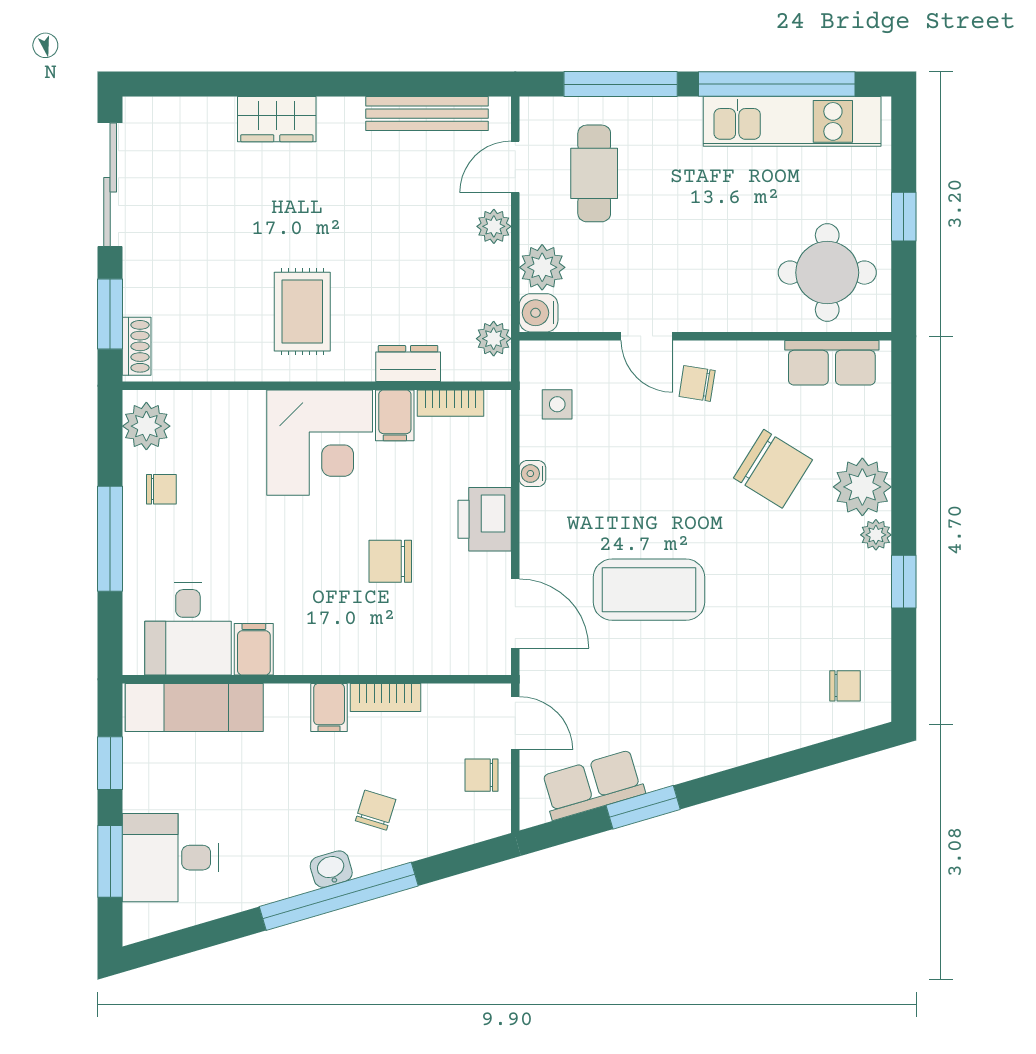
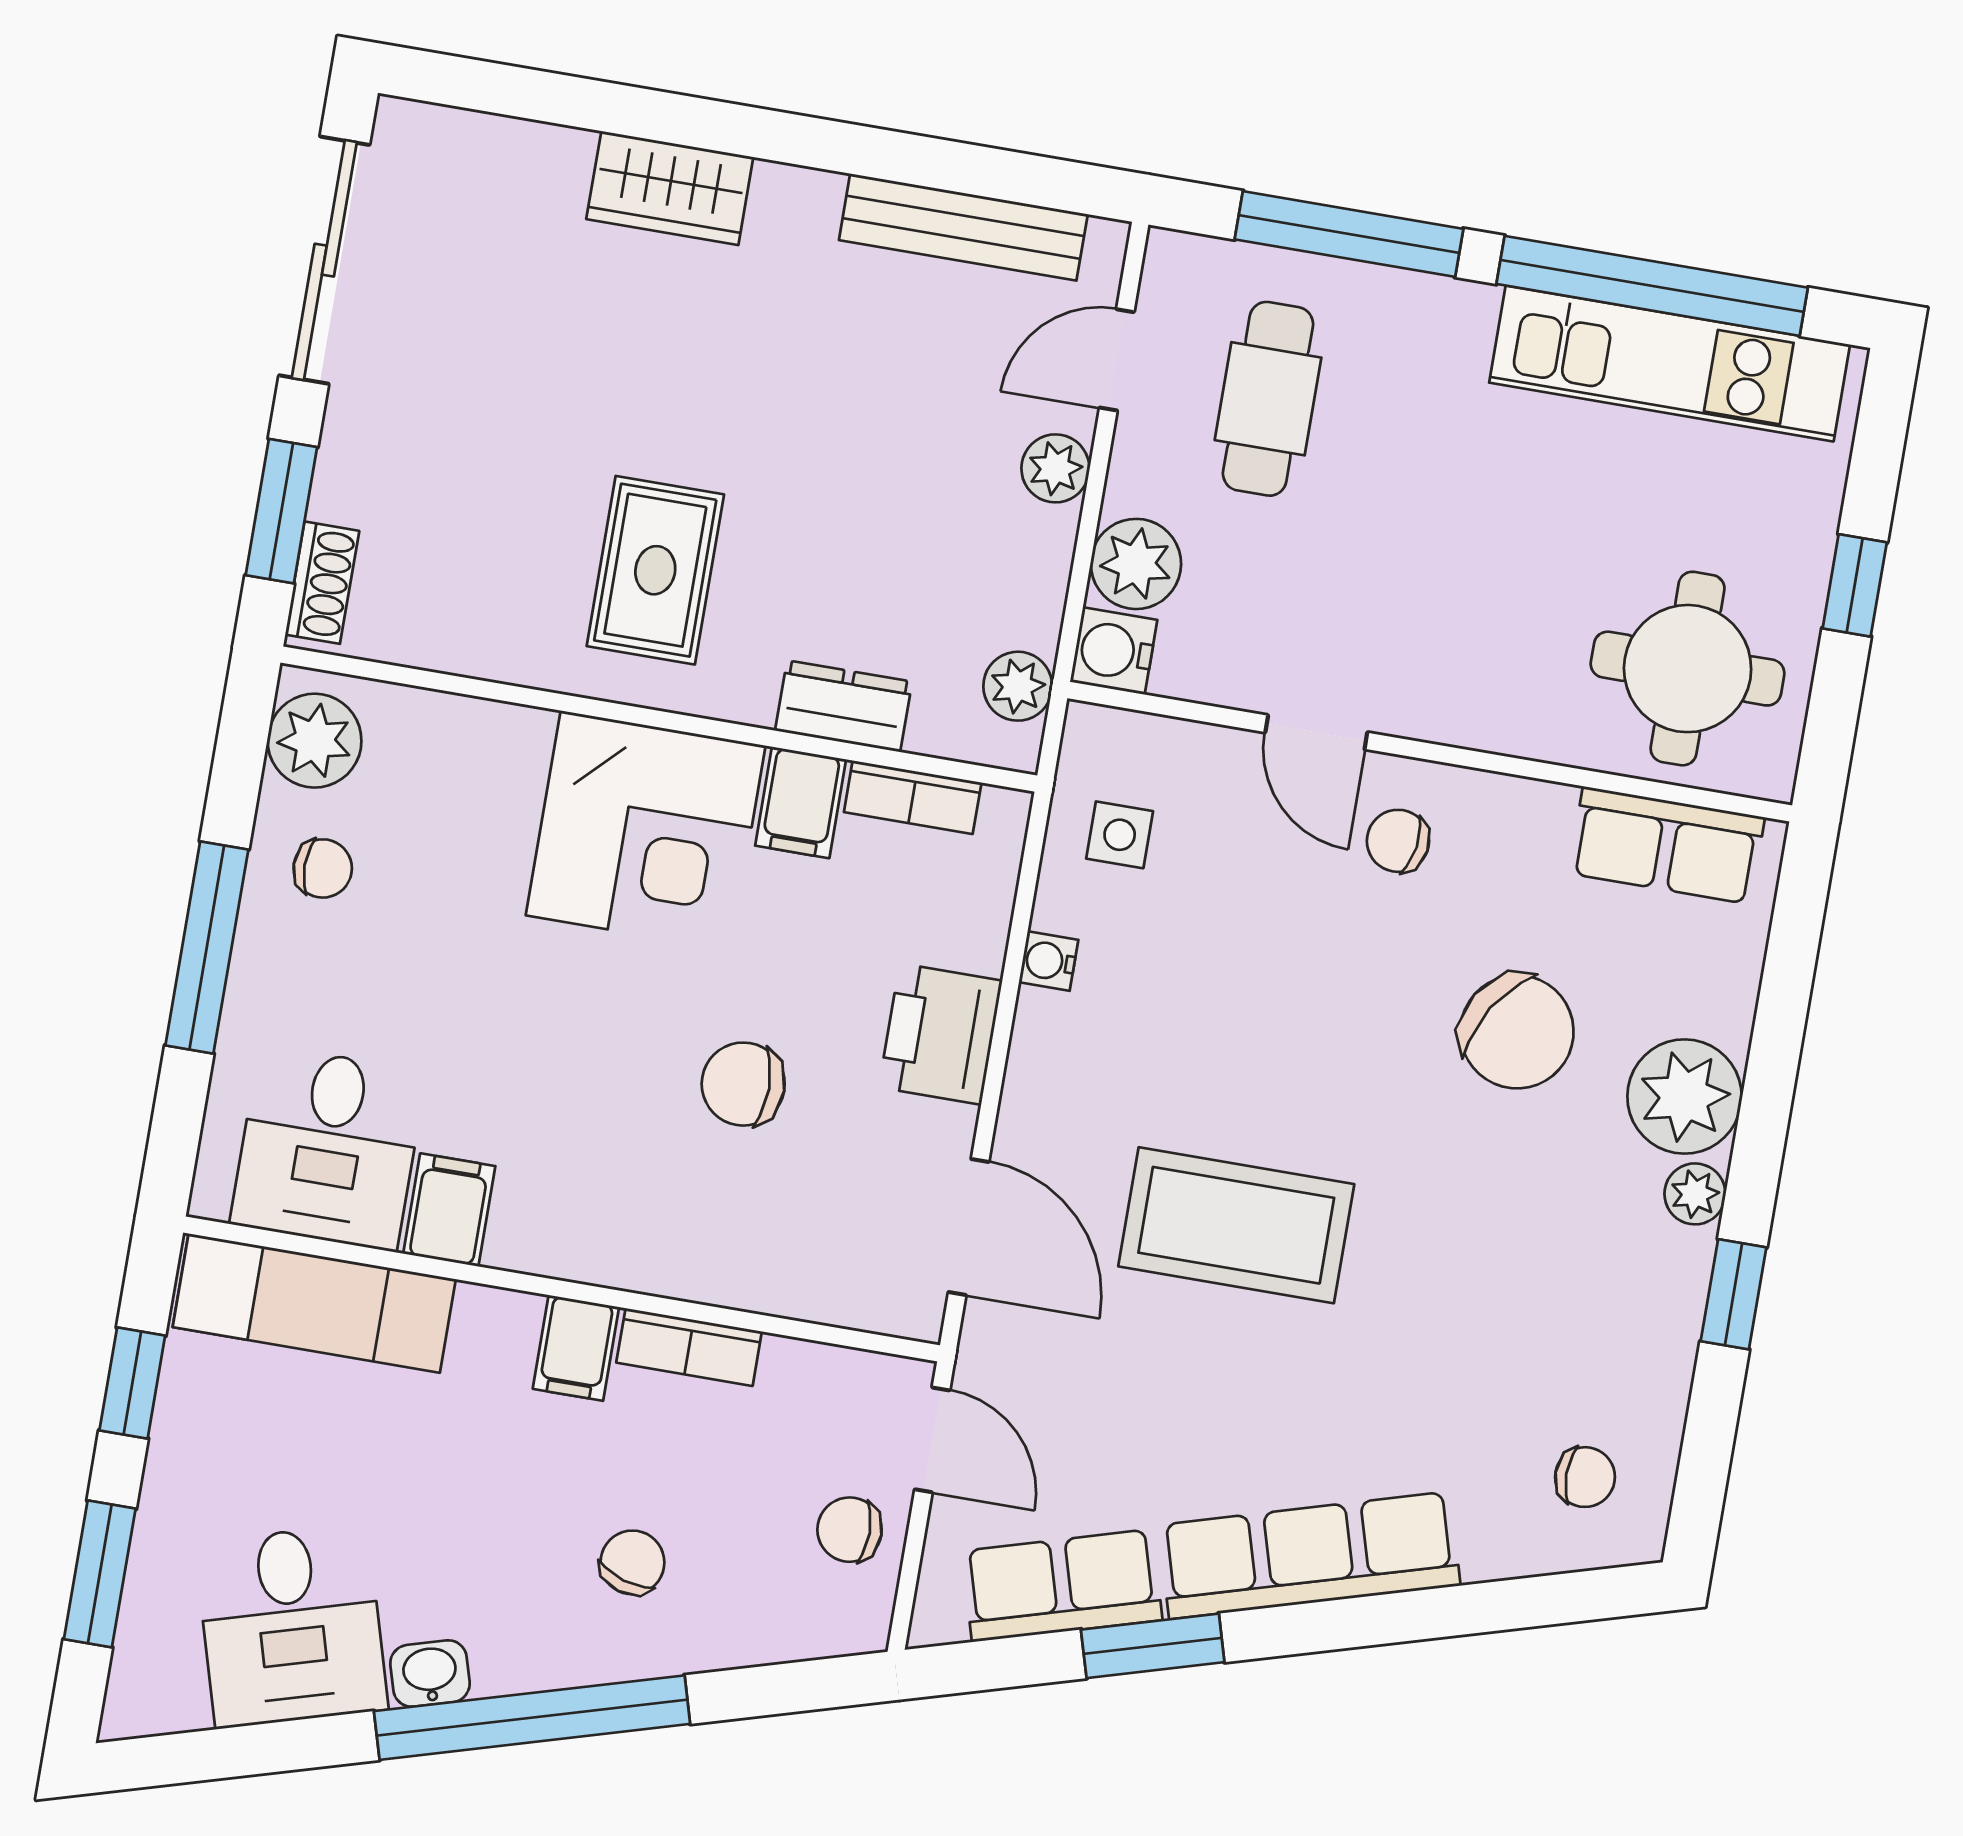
row of seats: (714, 749) -> (1309, 1555), added
desk: (170, 858) -> (291, 1626), moved, turned -106
washbasin: (331, 869) -> (430, 1674), moved

